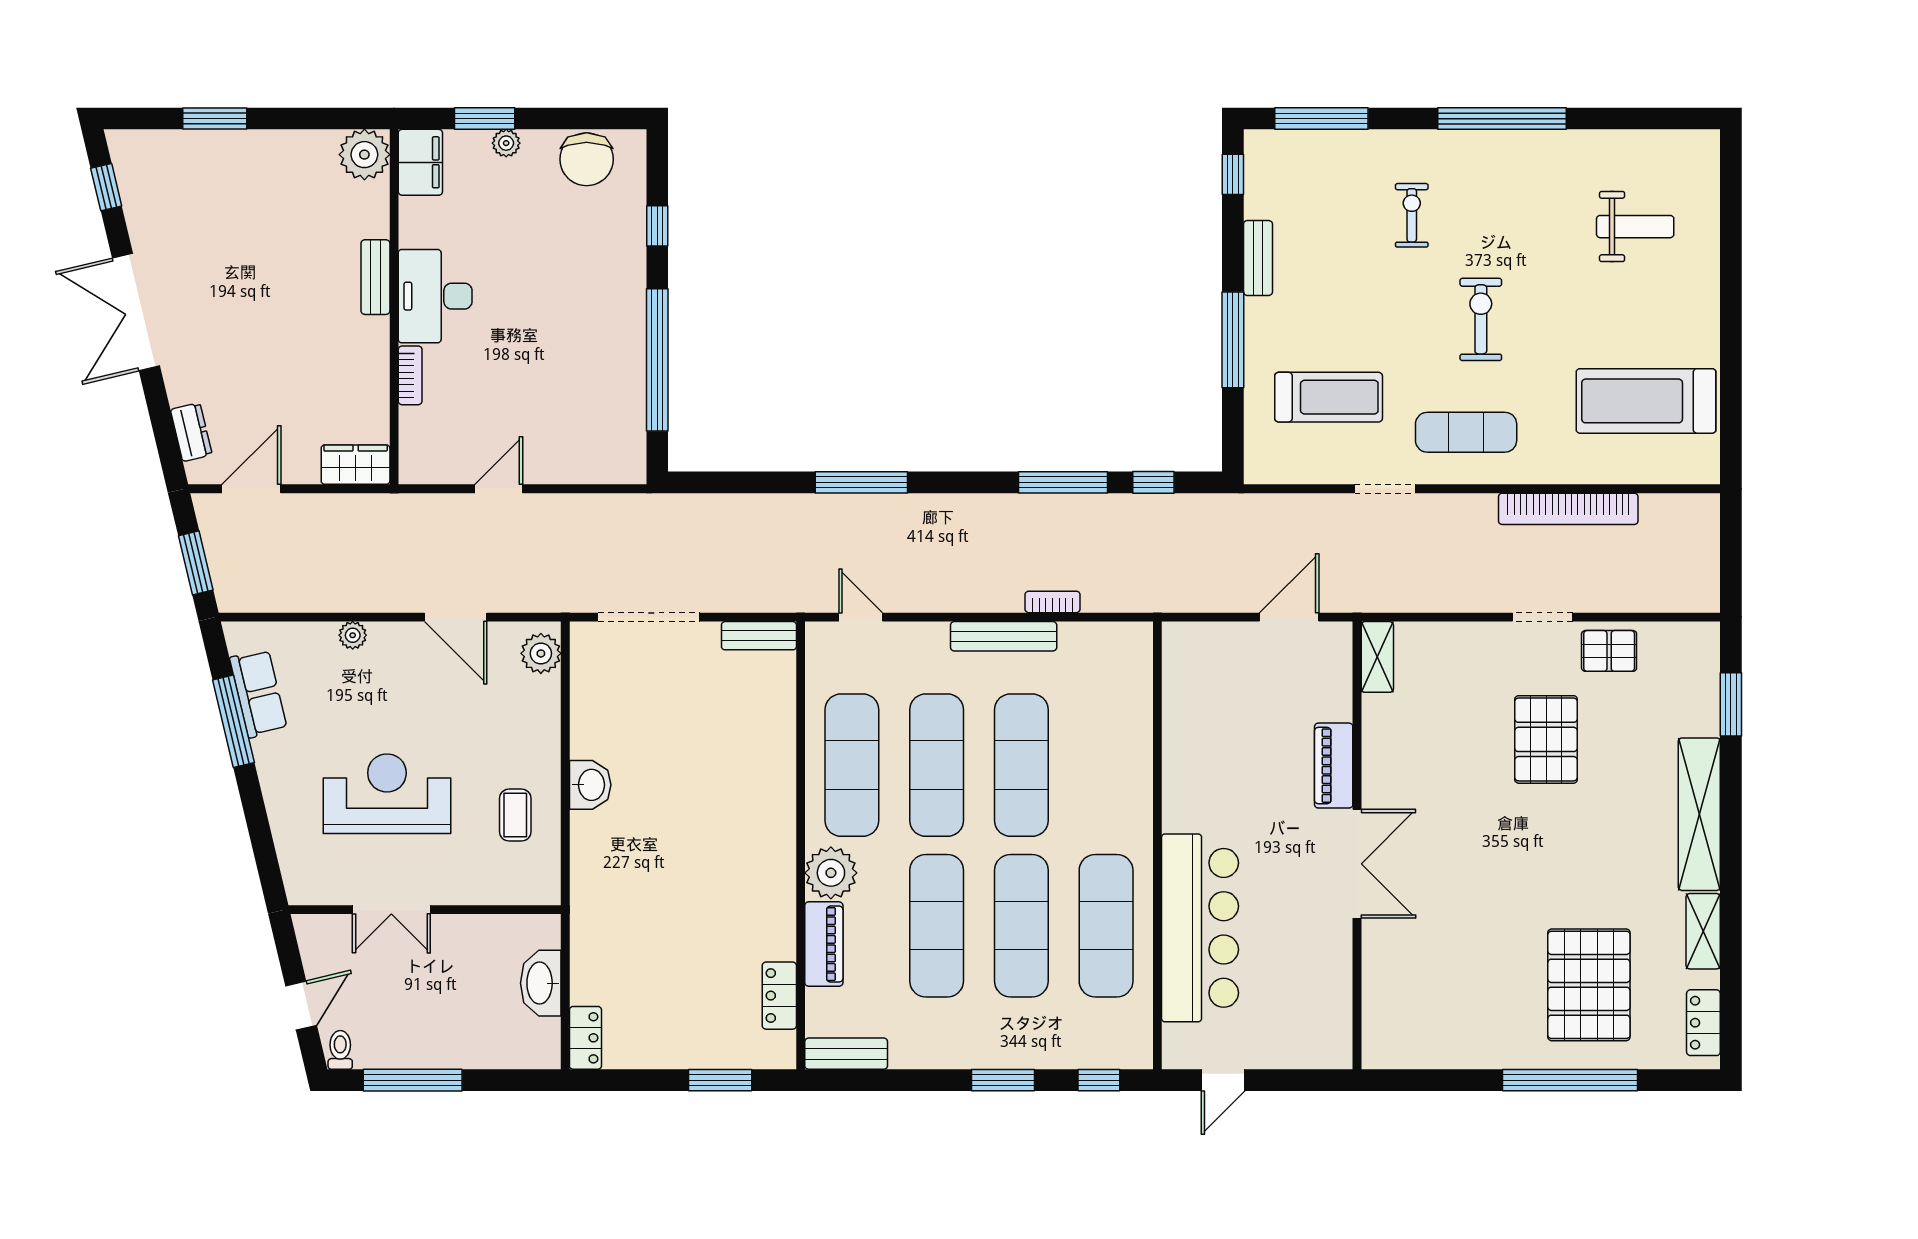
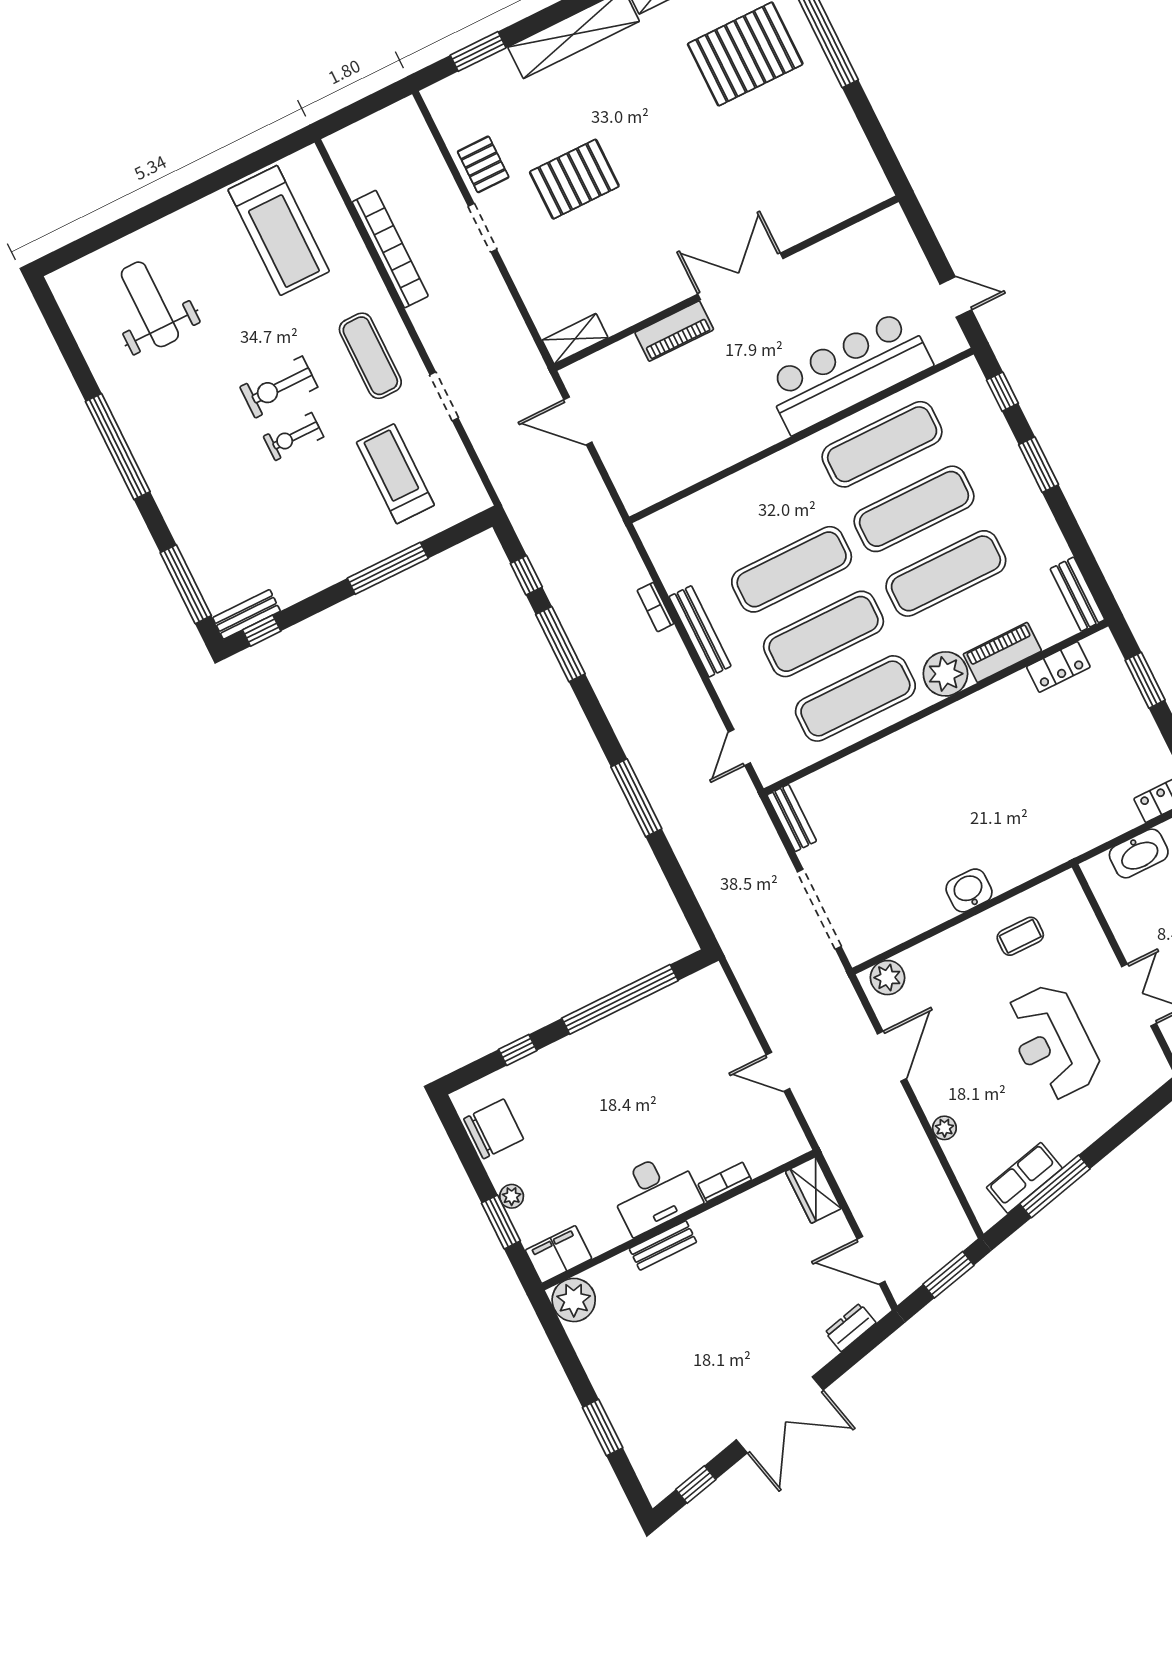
exercise bike: (1412, 215) -> (293, 437), moved
weight bench: (1635, 227) -> (150, 304), width x1.36, depth x1.33
bench: (1258, 258) -> (246, 614), moved

